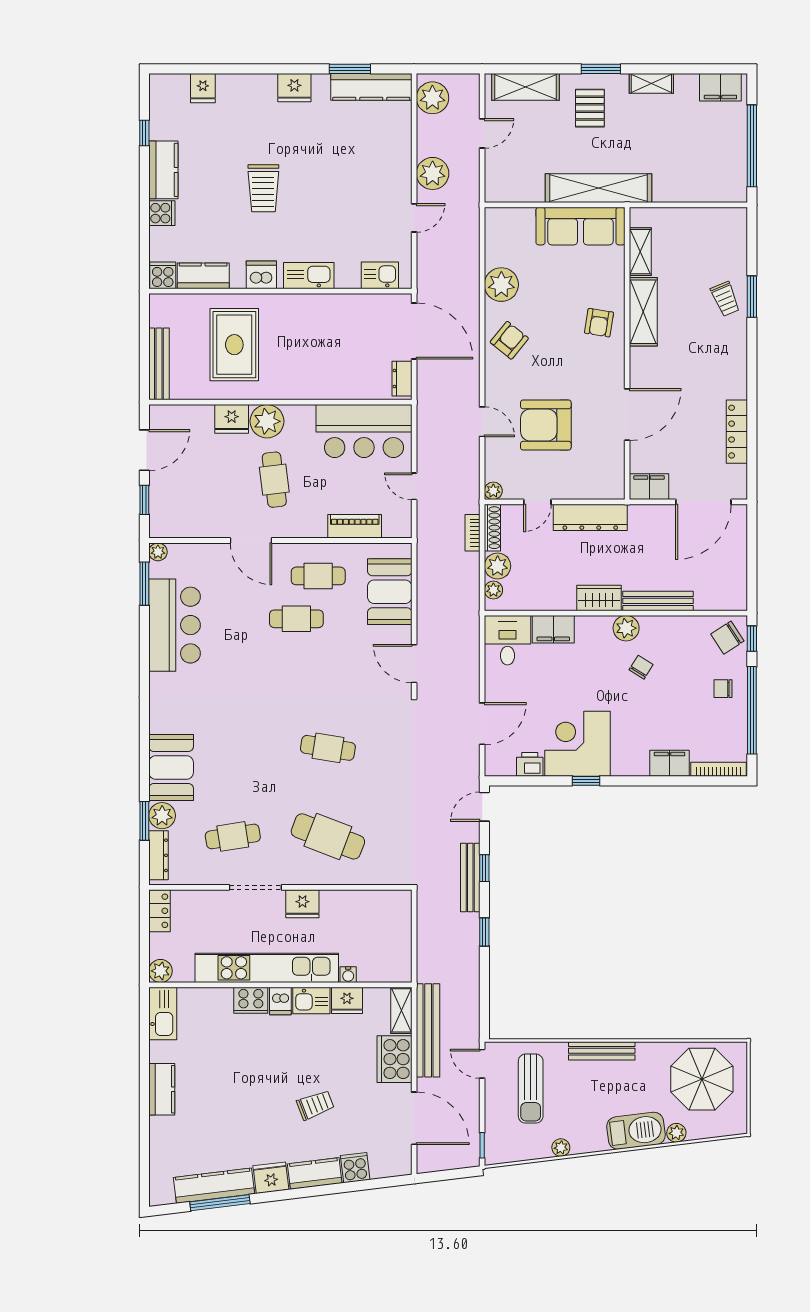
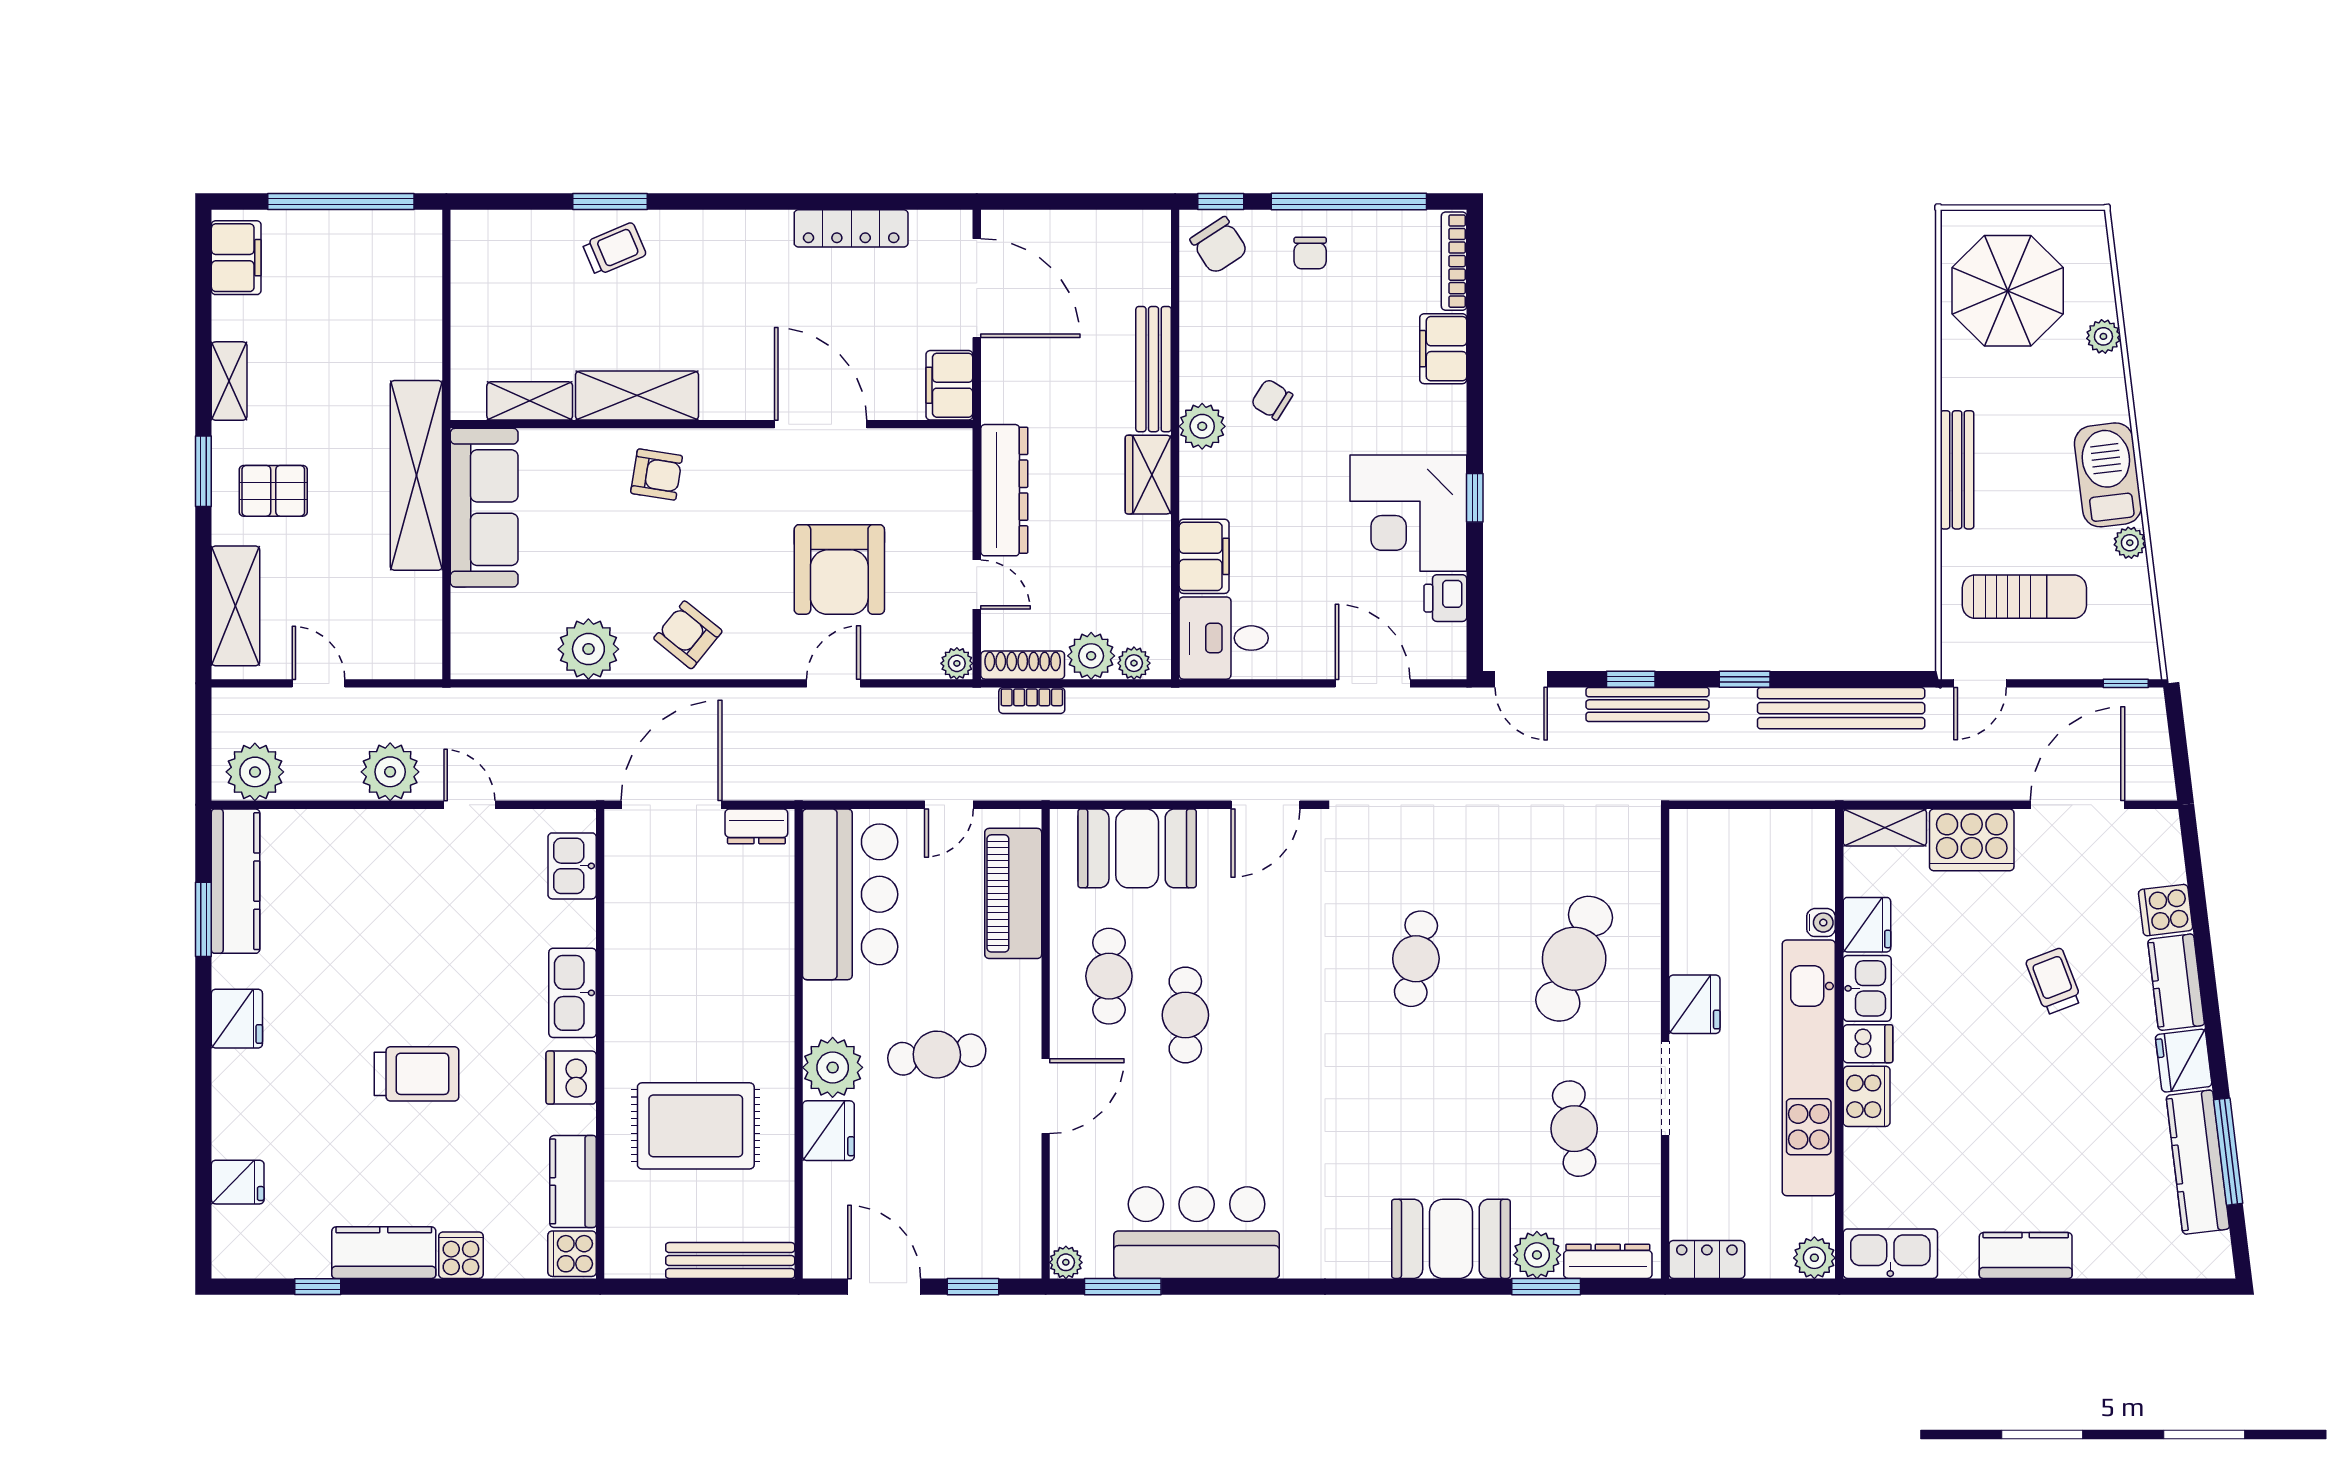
piano: (355, 526) -> (1013, 893), width x1.37, depth x1.33
bench: (428, 1030) -> (1841, 708), moved
barbecue: (636, 1131) -> (2108, 475), moved

